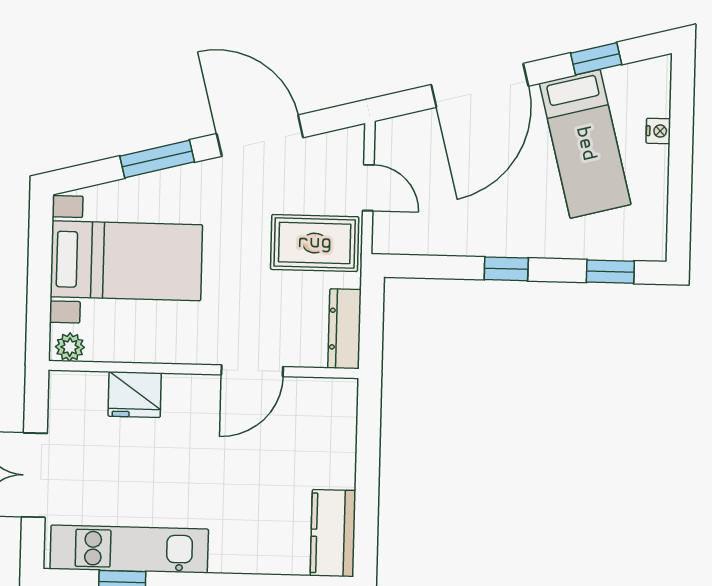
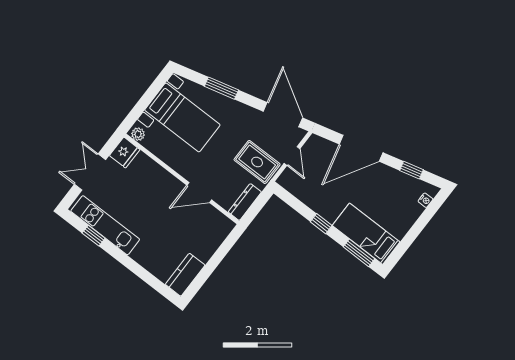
nightstand: (658, 131) -> (425, 200), moved
door: (260, 136) -> (283, 115), moved
bed: (585, 144) -> (366, 234), moved, turned 104
window: (610, 272) -> (359, 253), width x1.50
fridge: (135, 395) -> (125, 152), moved, turned -90

